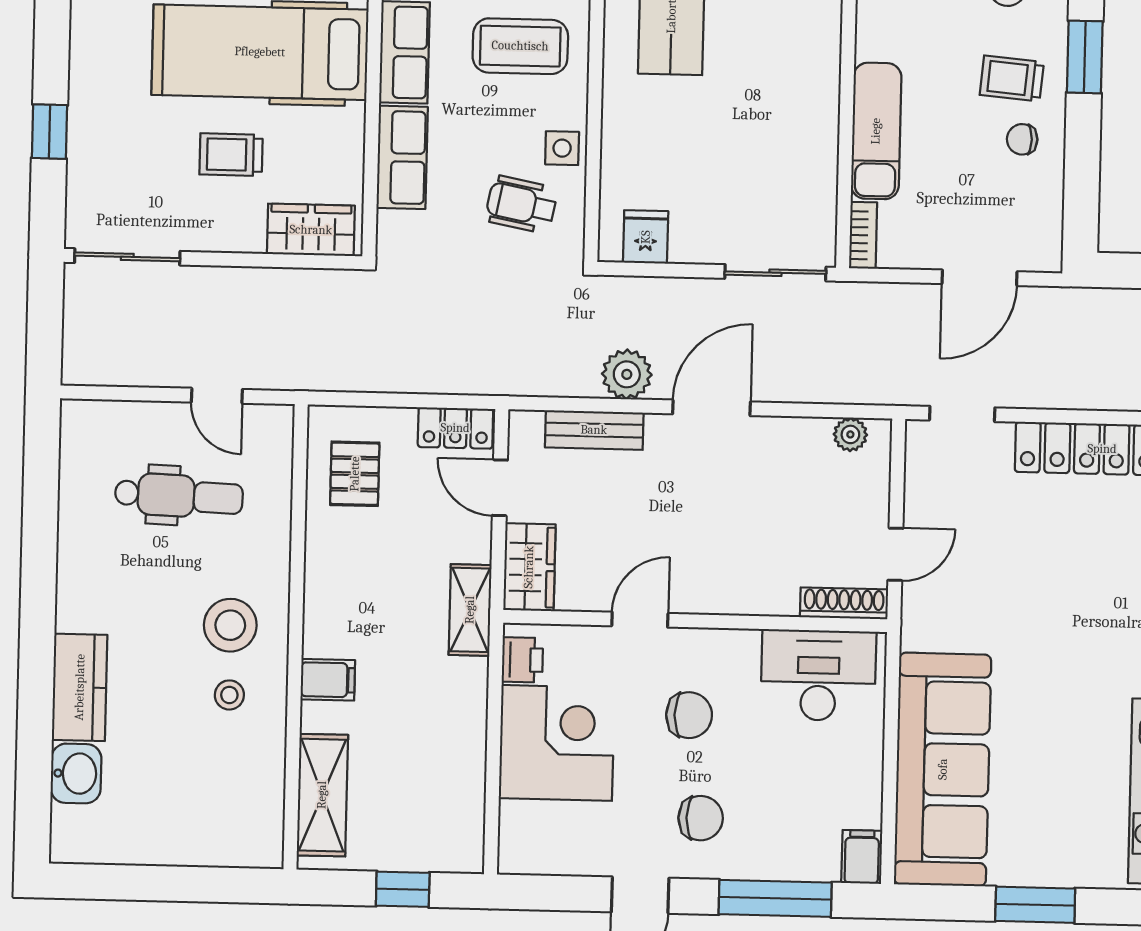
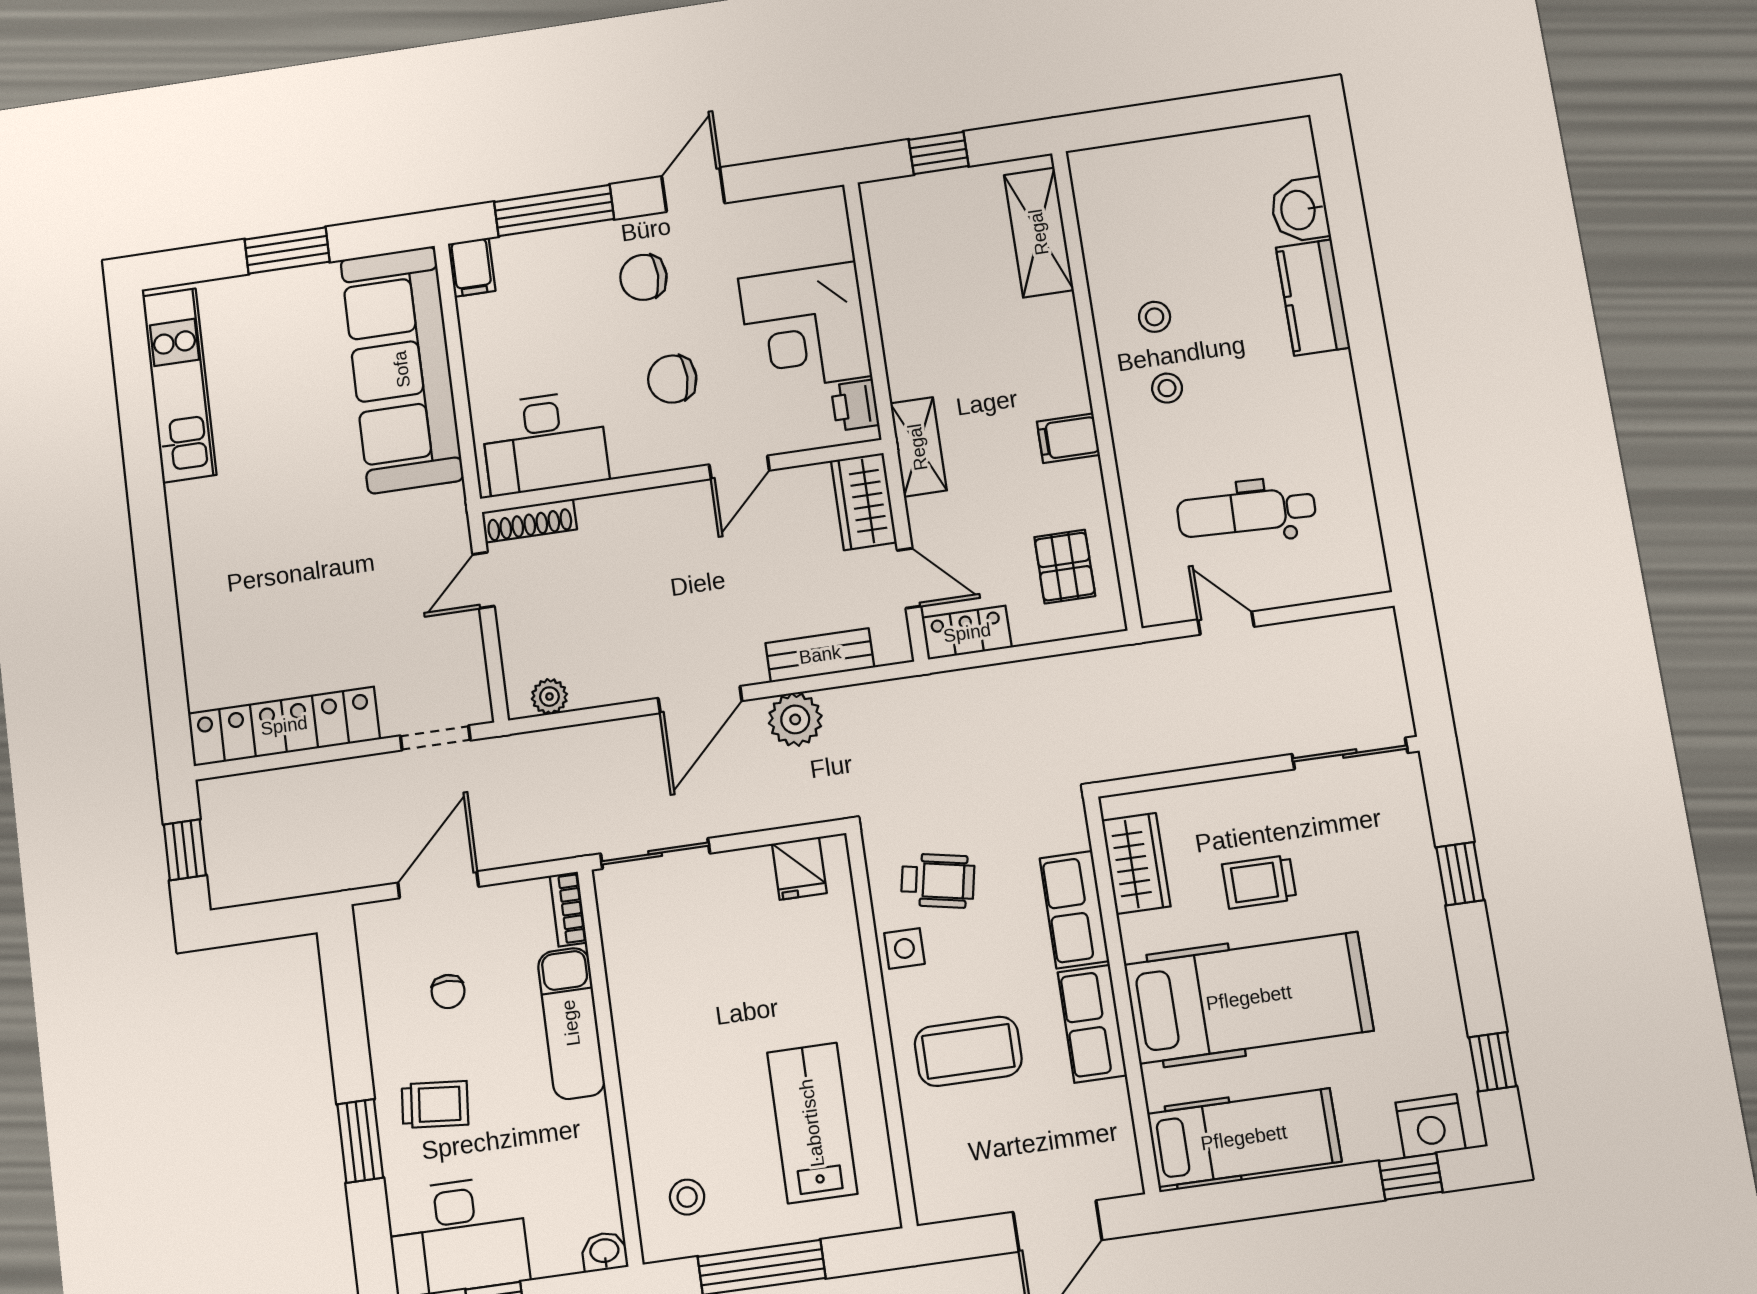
chair: (1022, 139) -> (448, 991), moved, turned 90
trolley: (231, 155) -> (1259, 882), turned 180
wardrobe: (311, 230) -> (1136, 863), moved, turned -90
stool: (230, 625) -> (1167, 388), width x0.53, depth x0.53
filing cabinet: (328, 680) -> (1068, 438), moved

